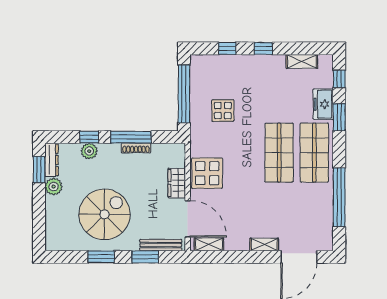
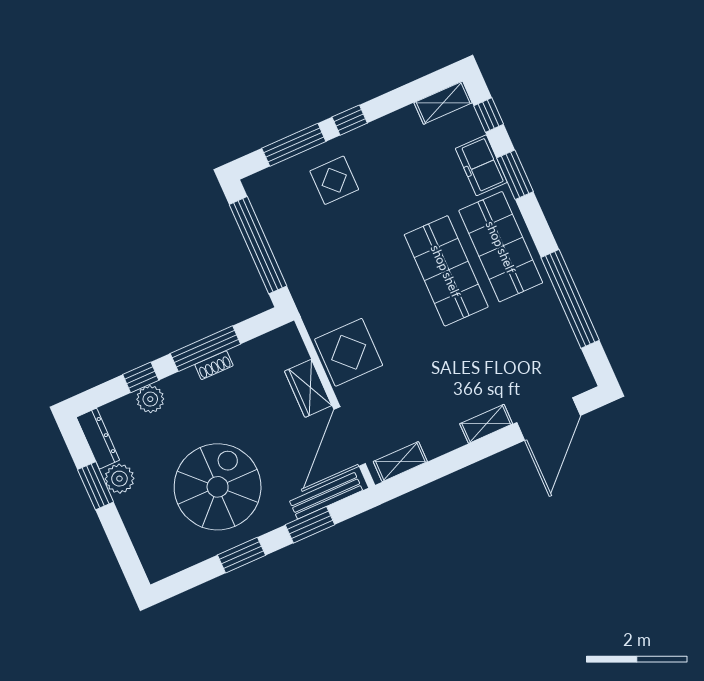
window: (227, 48) -> (294, 145), width x2.17
shelving: (302, 61) -> (443, 103), moved
display table: (223, 111) -> (334, 180), moved
shoe rack: (136, 148) -> (214, 365), width x0.70
window: (39, 170) -> (96, 486), moved
door: (188, 219) -> (350, 436), swing flipped

